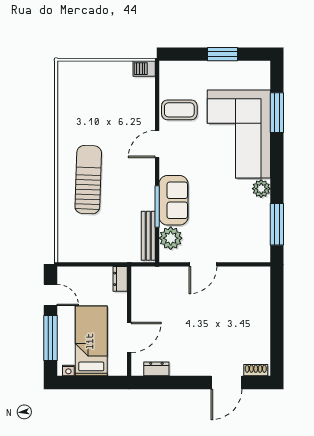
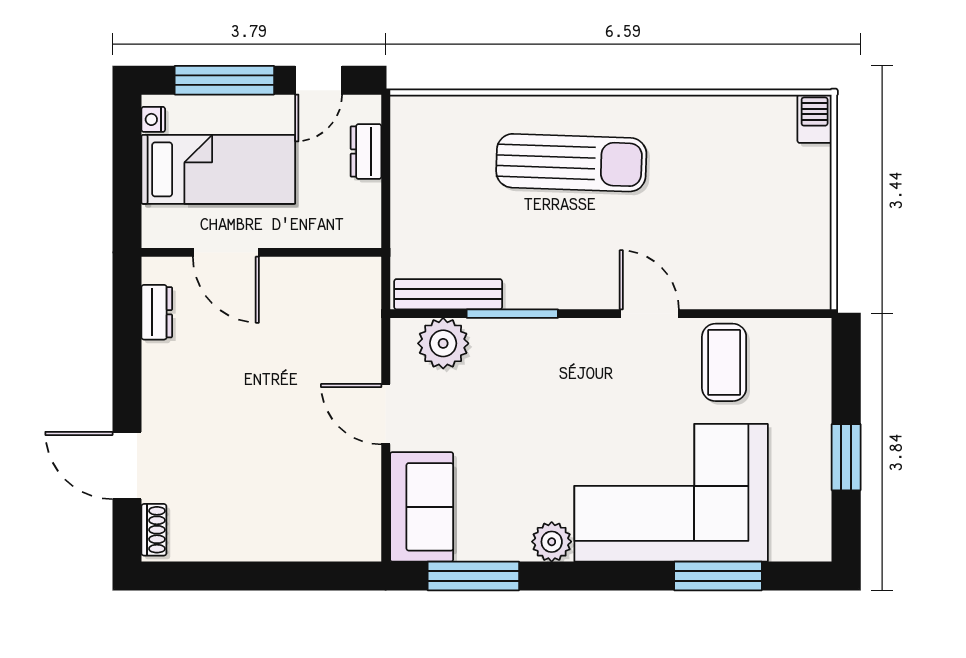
barbecue: (144, 69) -> (815, 119), moved
sofa: (174, 200) -> (422, 507), moved, turned -90
dresser: (120, 279) -> (366, 151), moved, turned -90

